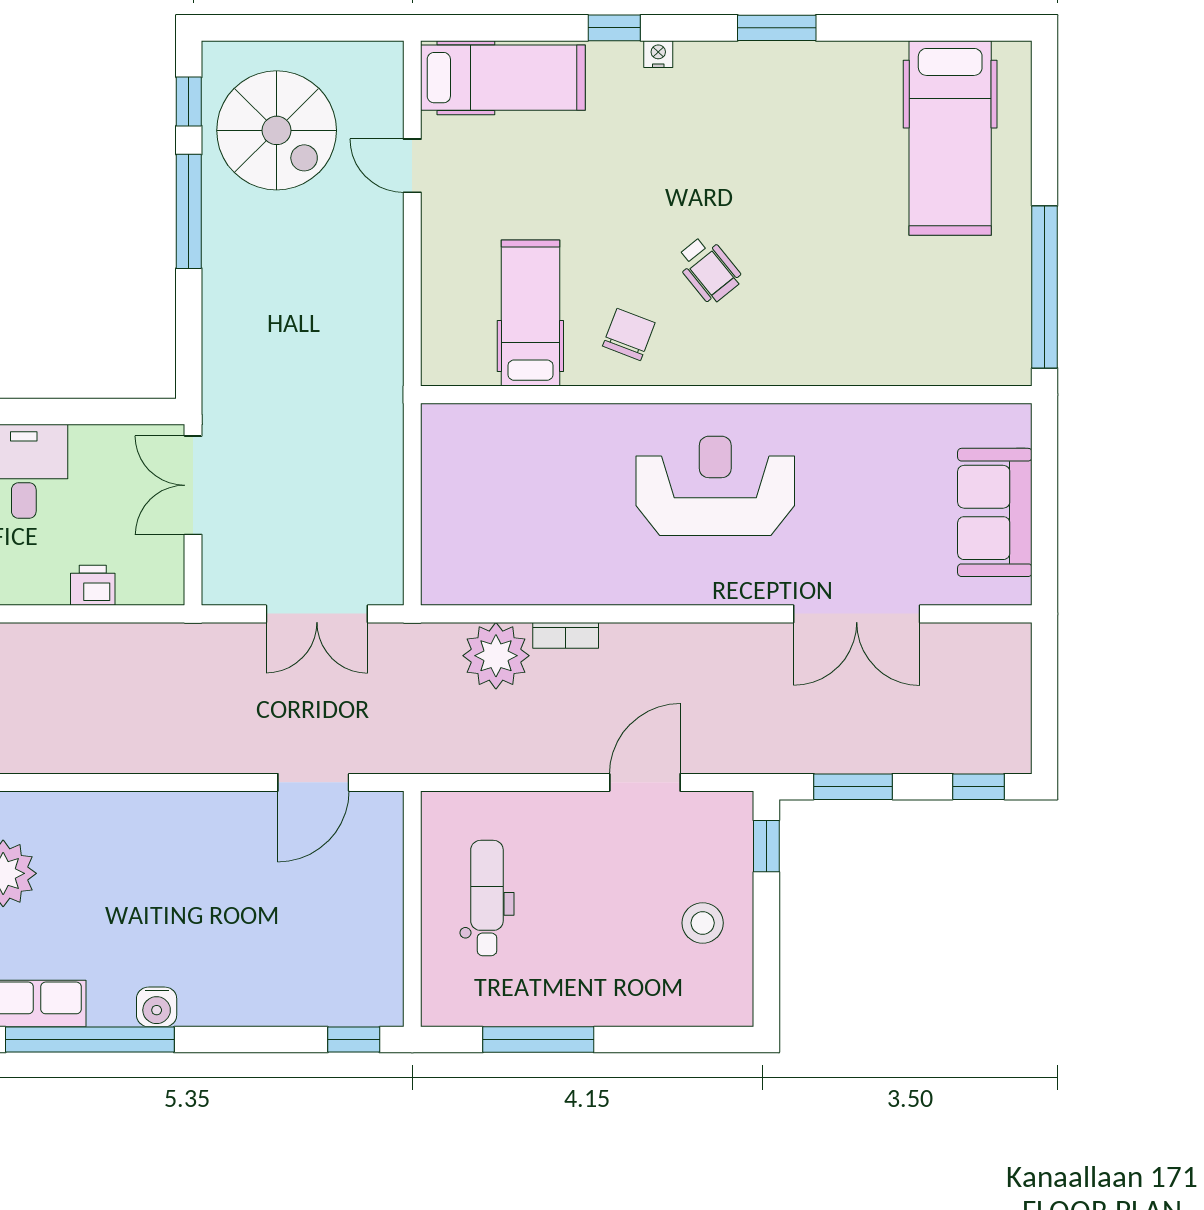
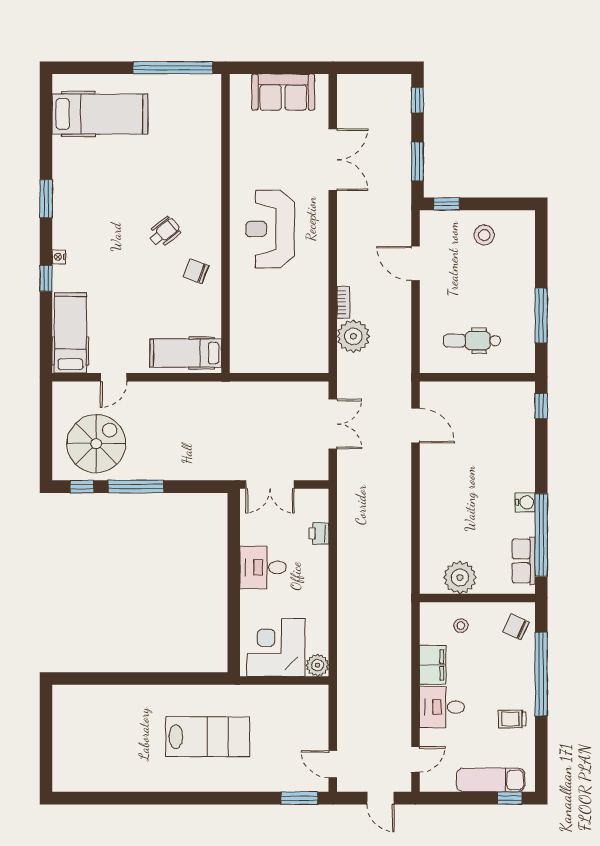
hospital bed: (530, 313) -> (186, 353), moved

